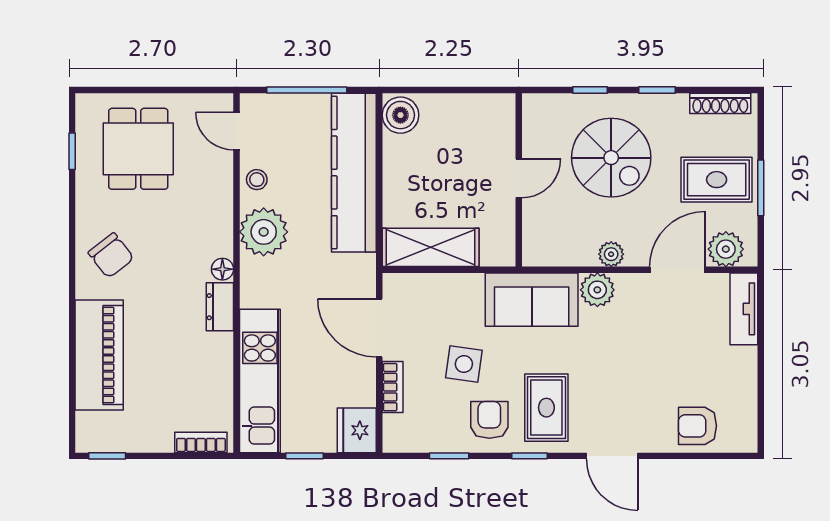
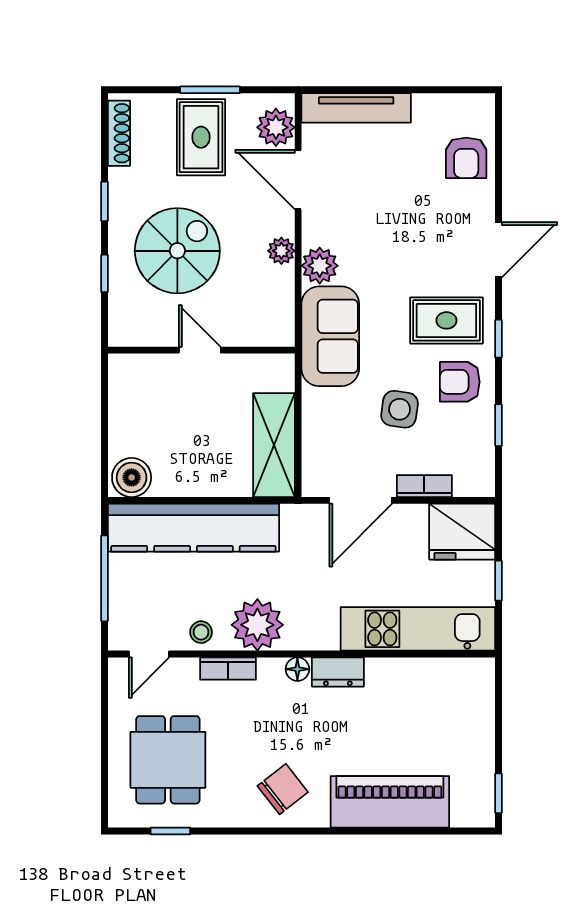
dining table: (138, 149) -> (168, 760), turned 90
tv unit: (744, 309) -> (356, 108), width x1.41
fridge: (357, 430) -> (462, 532), width x1.36, depth x1.34
bookcase: (201, 442) -> (228, 668), moved, turned -90

